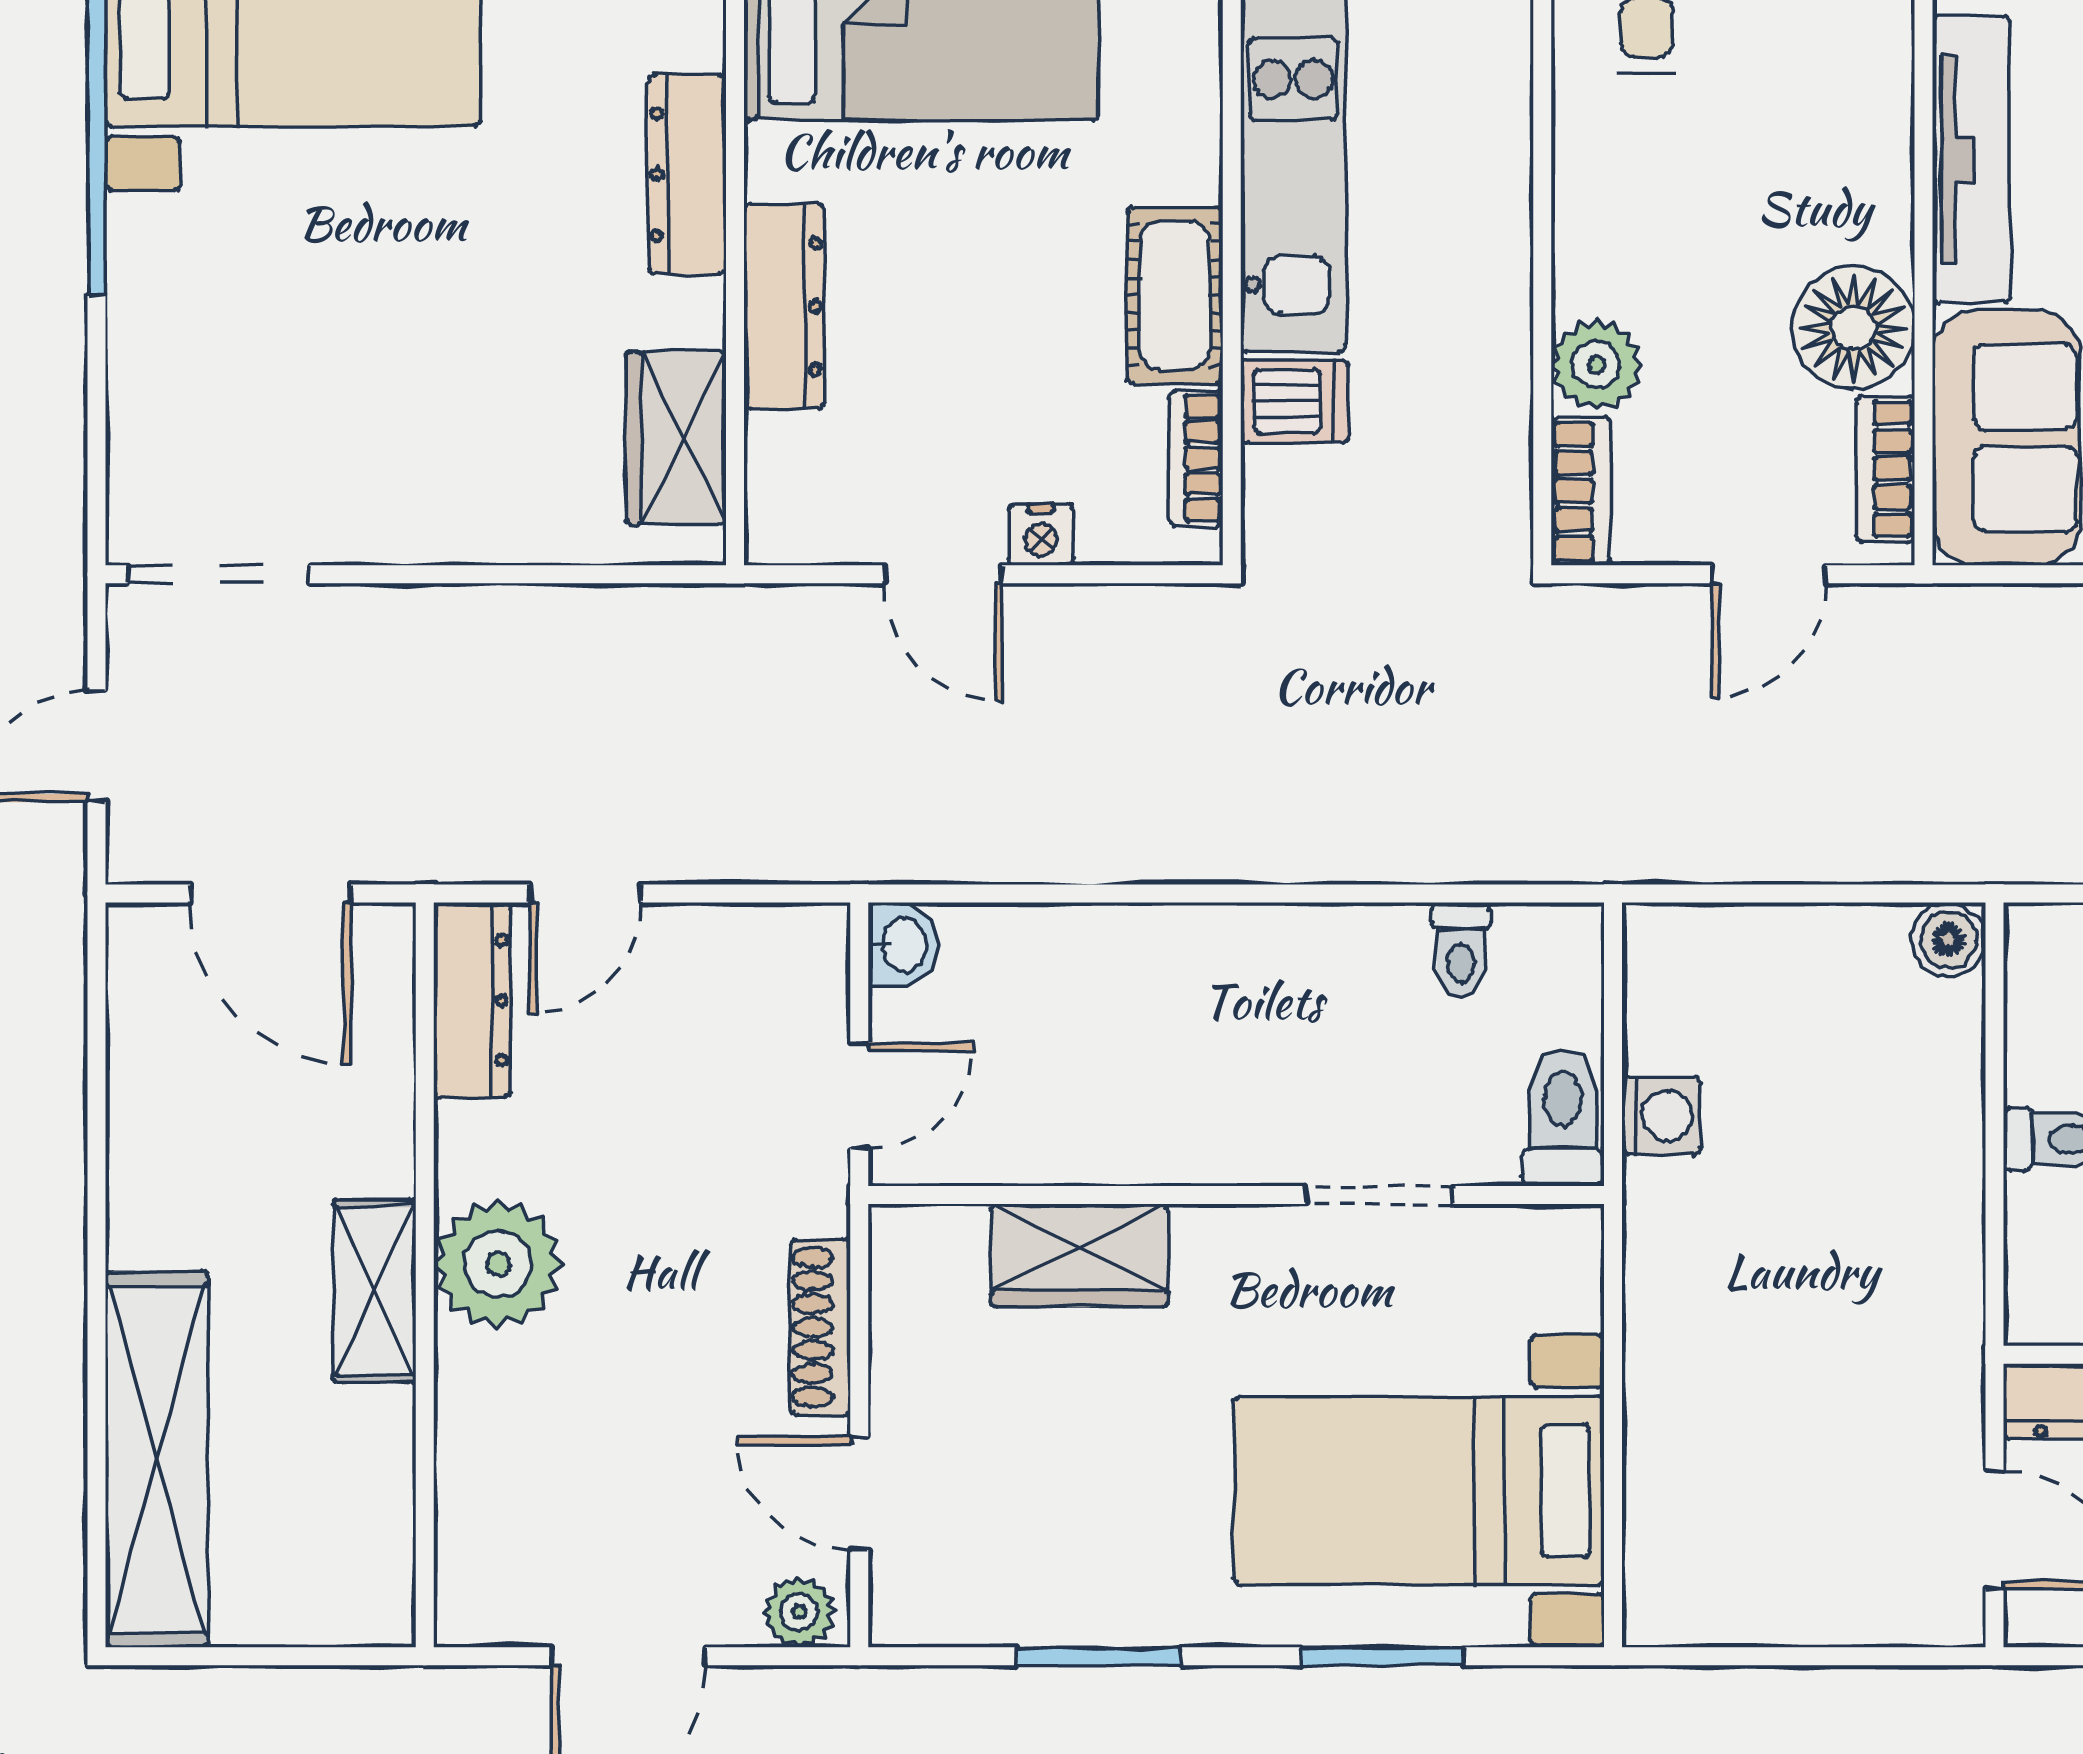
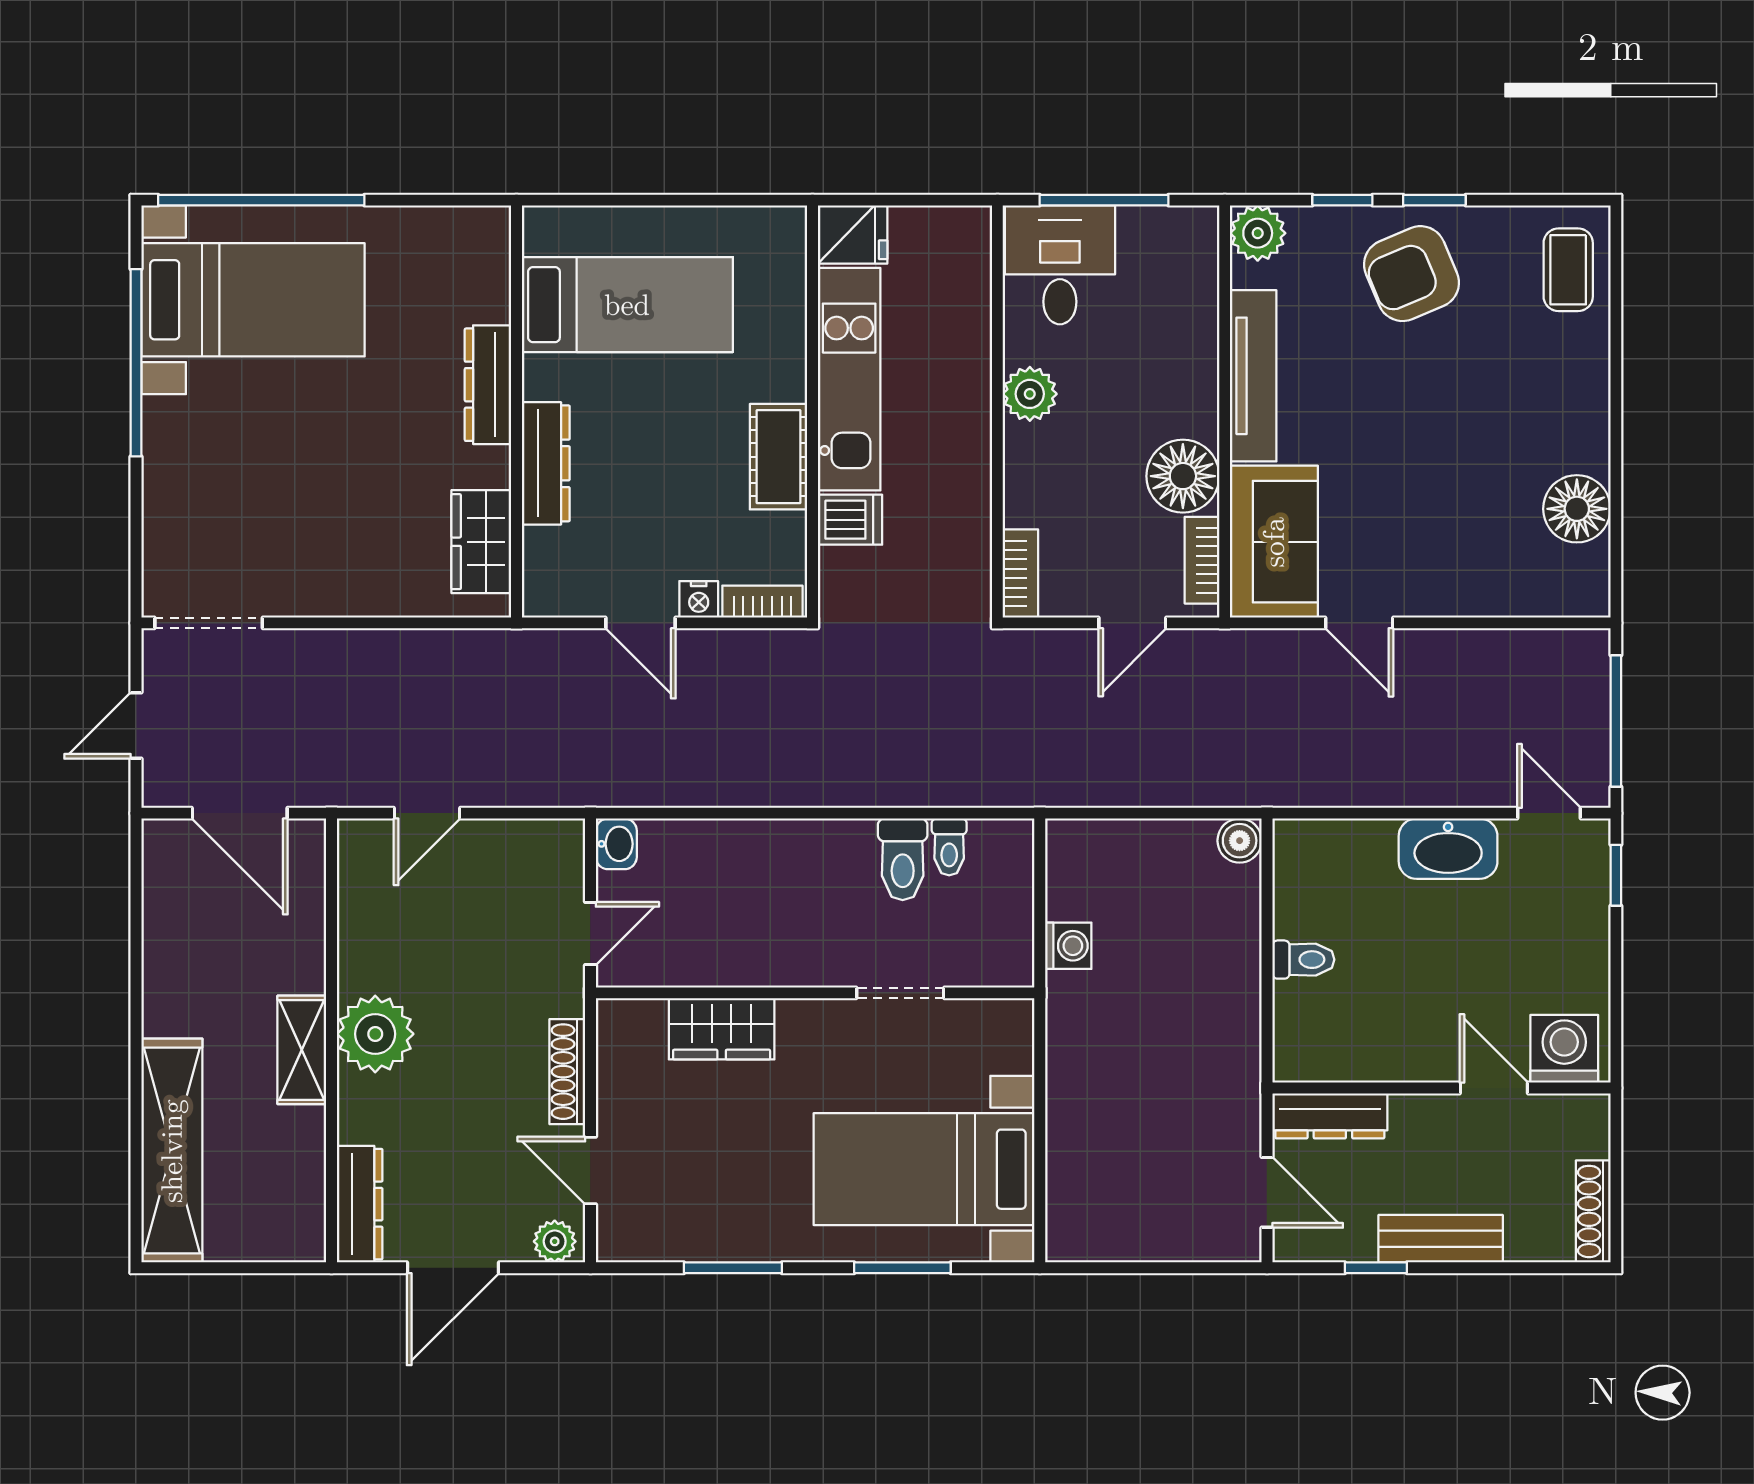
plant: (1596, 365) -> (1030, 394), moved
bookcase: (1196, 458) -> (762, 602), moved, turned 90
dresser: (472, 1000) -> (360, 1204), moved
toilet: (1563, 1118) -> (903, 859), moved, turned 180

